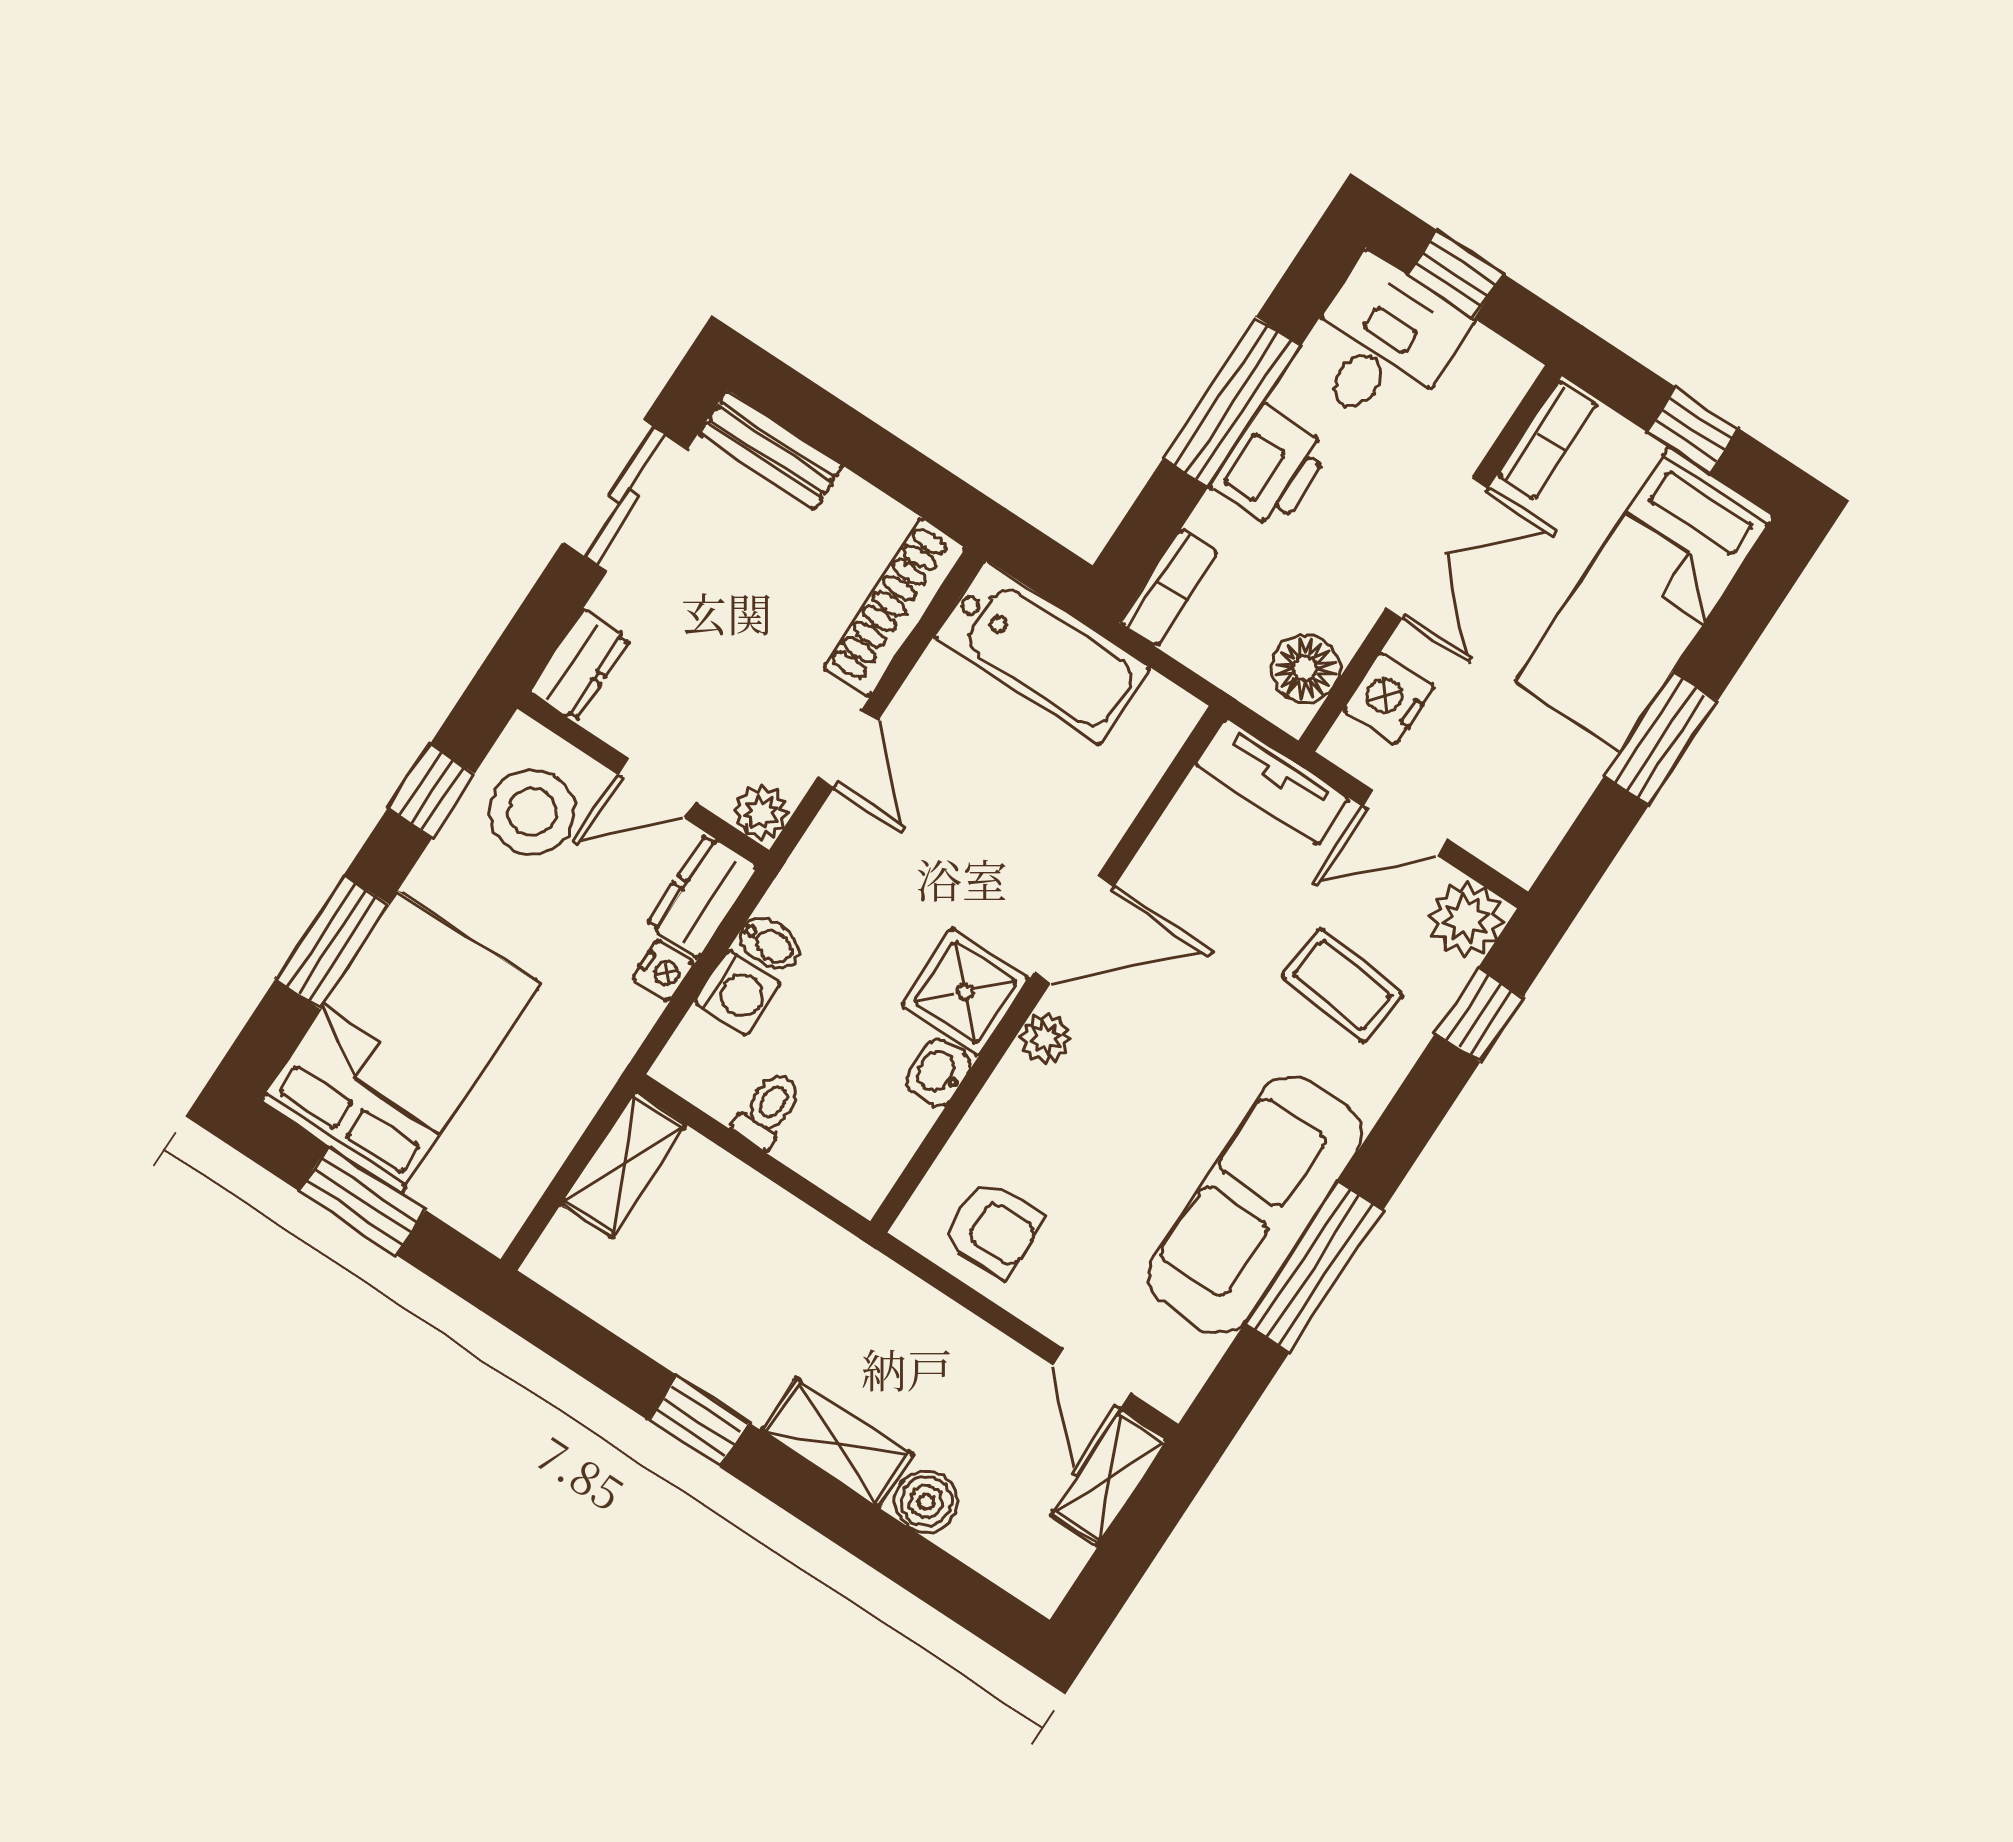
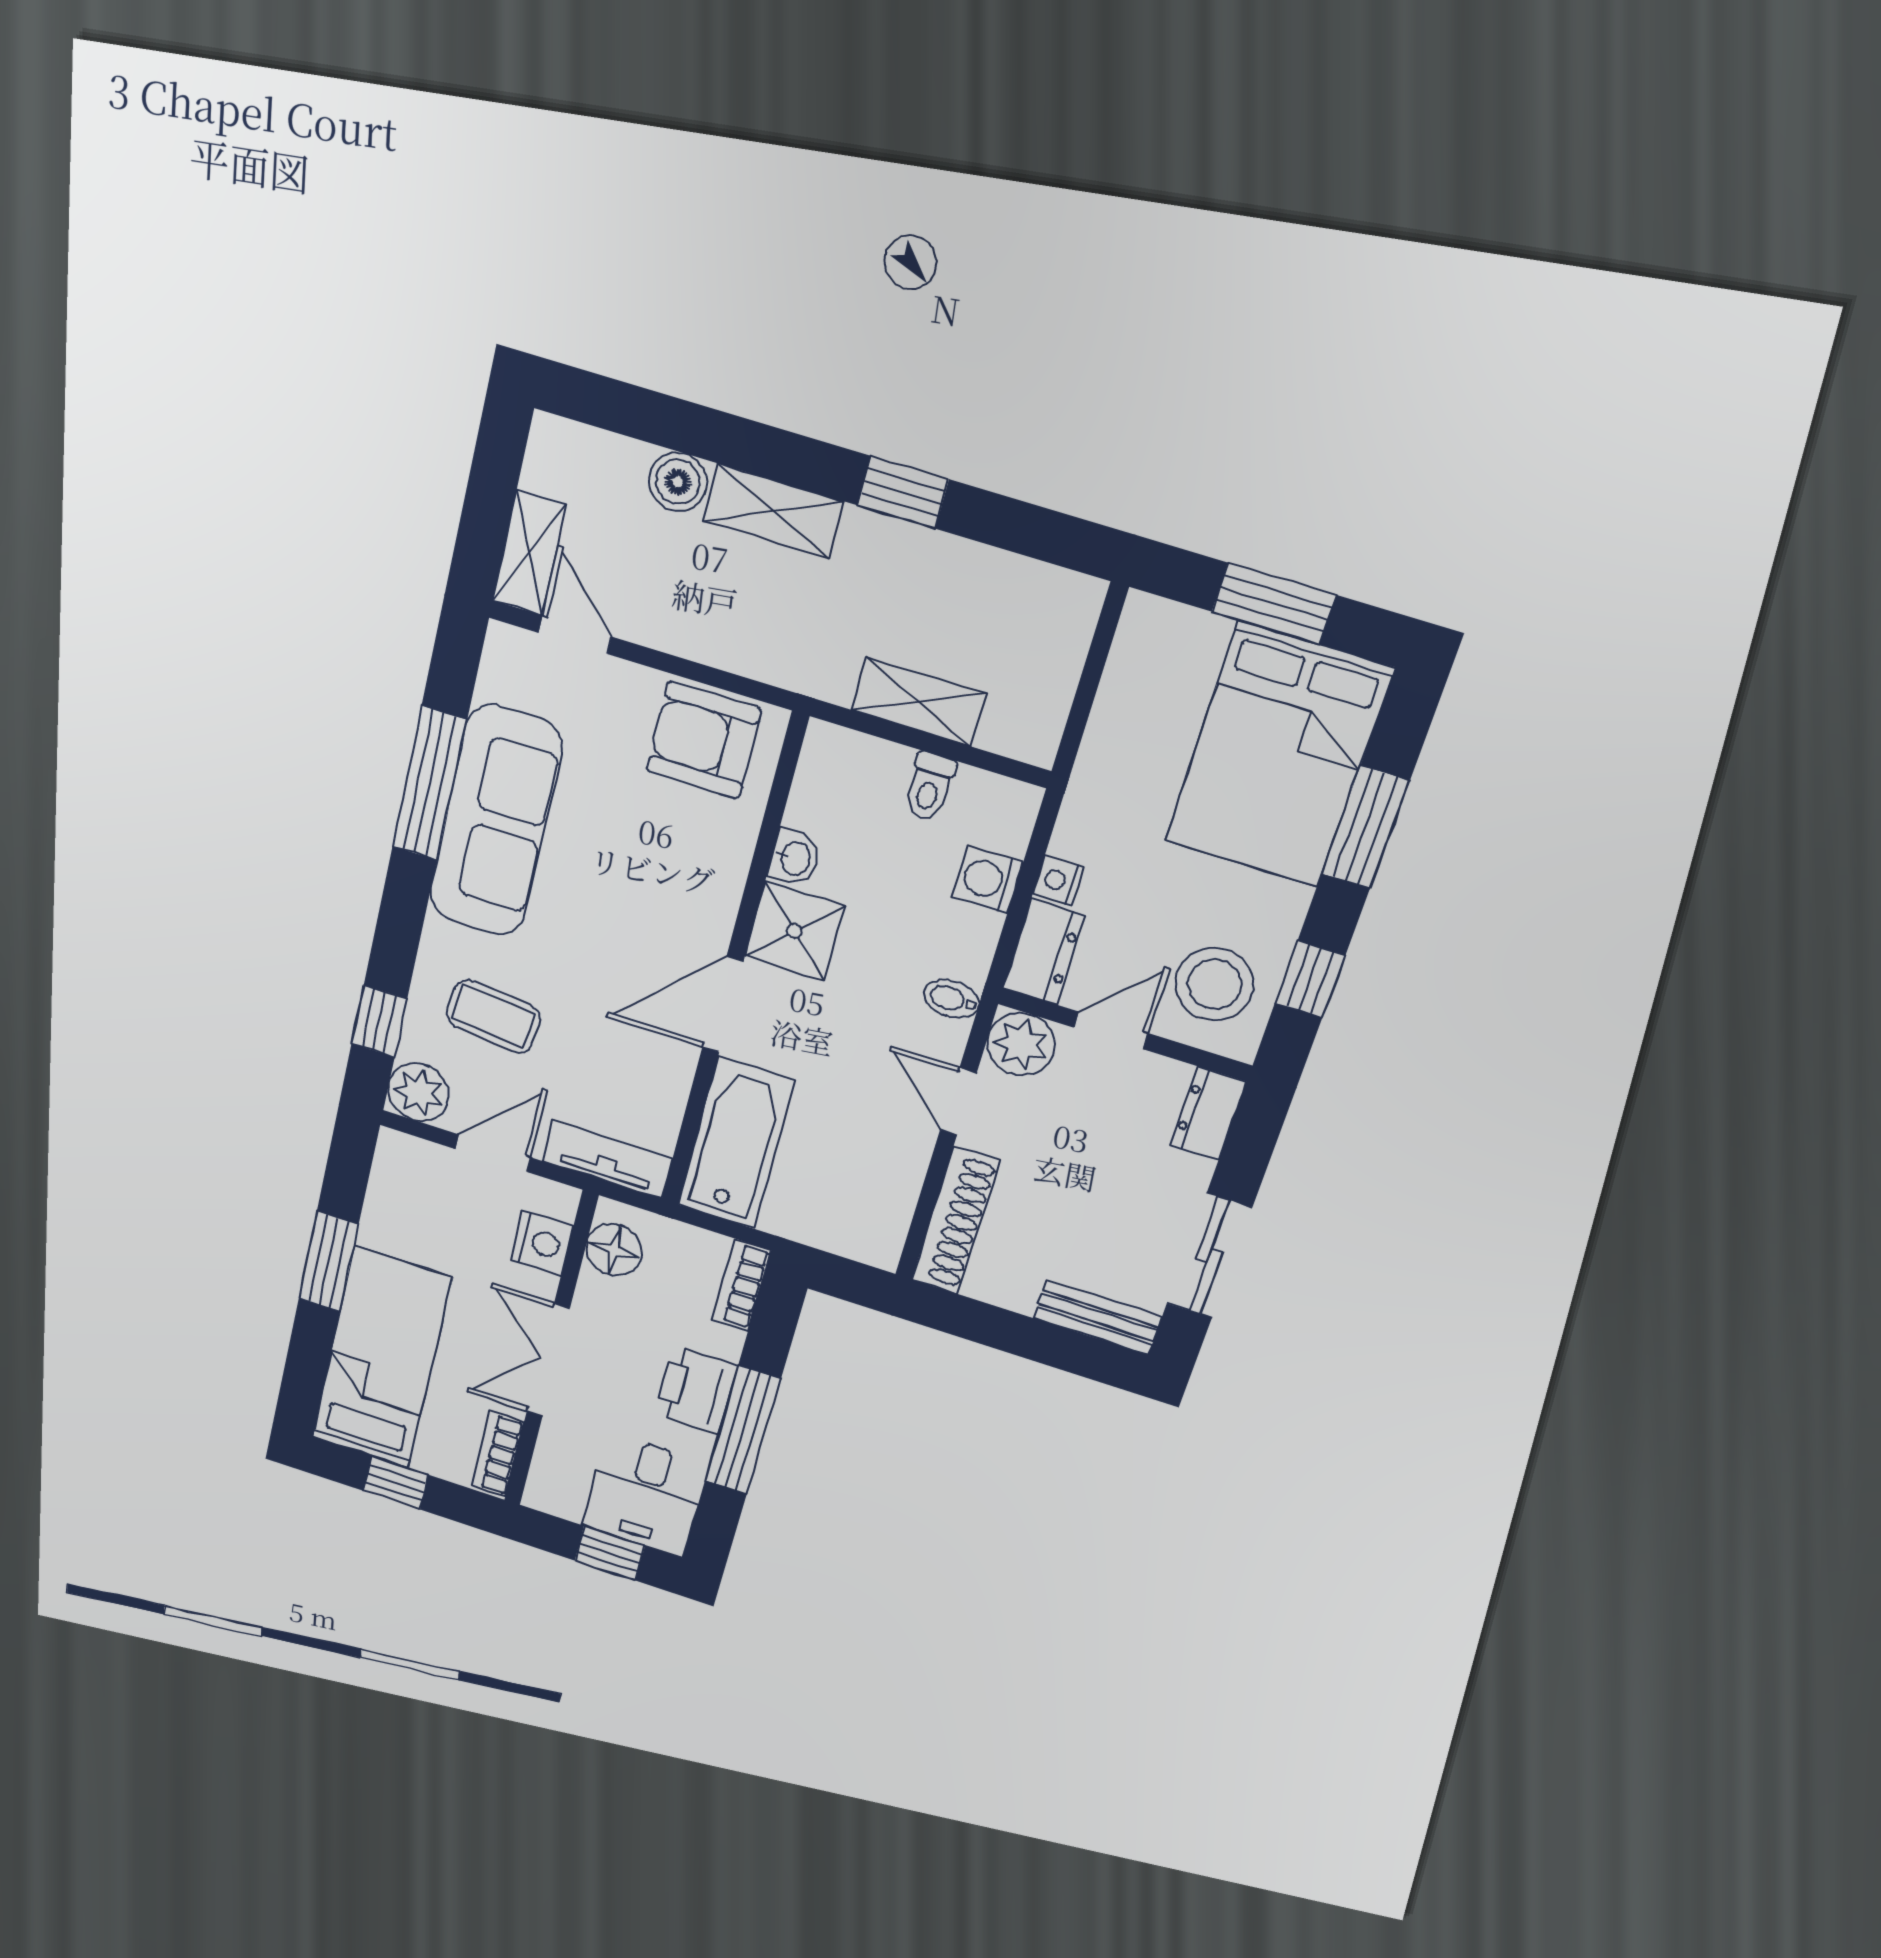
bathtub: (1042, 652) -> (736, 1143), moved, turned 90
plant: (761, 812) -> (1021, 1044), width x1.38, depth x1.38
bidet: (769, 944) -> (951, 999), moved
plant: (1046, 1038) -> (715, 911), removed
shelving: (623, 1164) -> (918, 702), moved, turned 90
armchair: (993, 1228) -> (704, 740), width x1.38, depth x1.38

